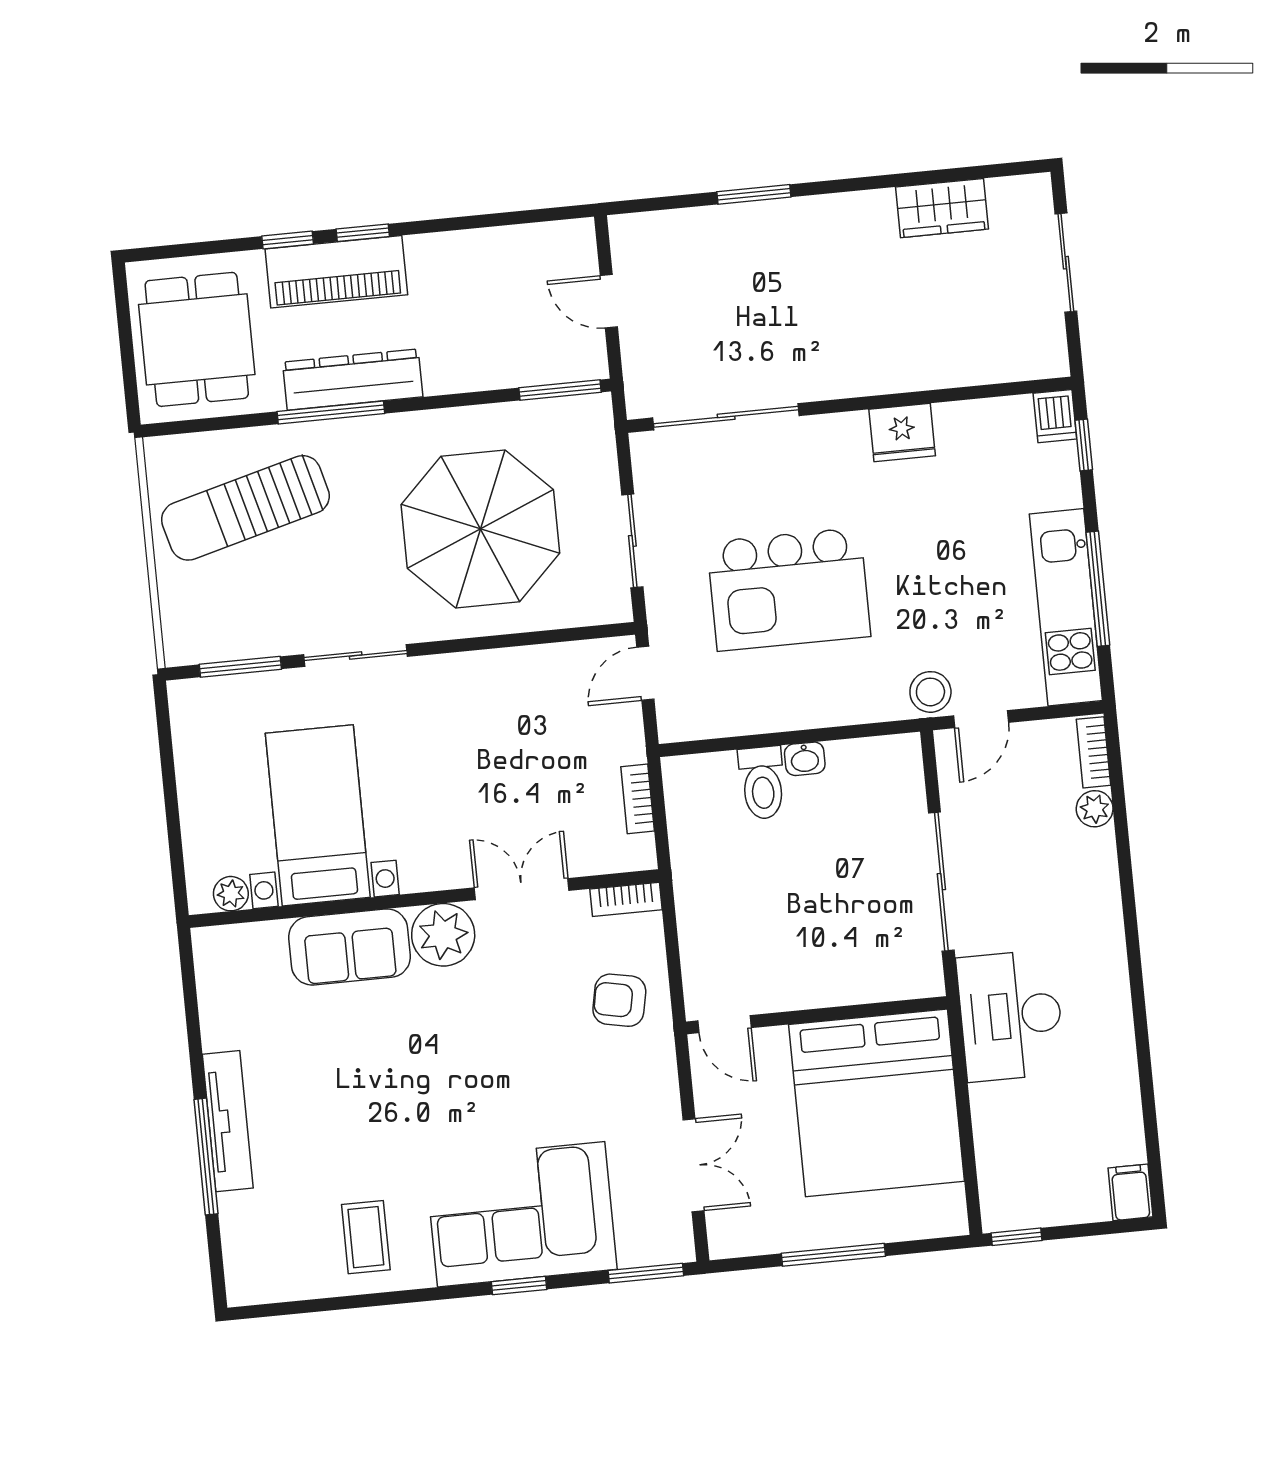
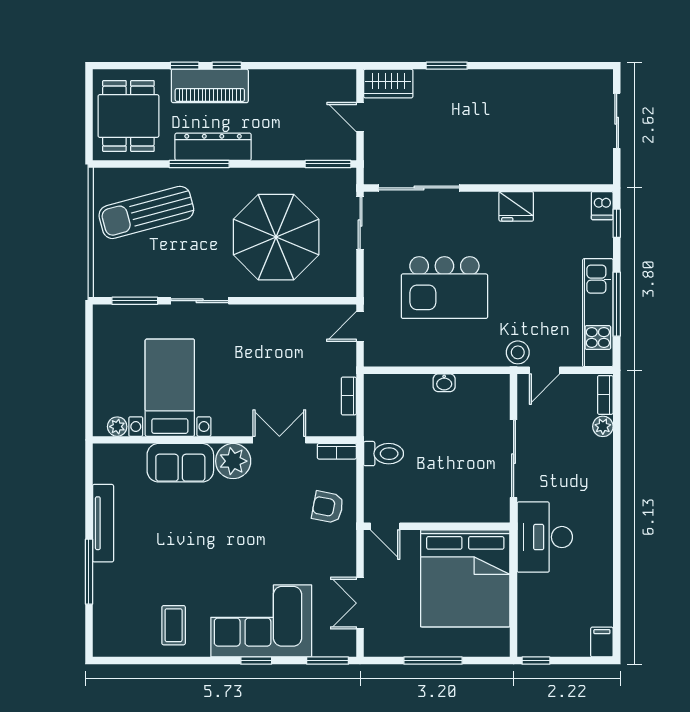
wardrobe: (942, 208) -> (388, 84), moved
sliding door: (632, 541) -> (360, 223), moved
toilet: (762, 783) -> (384, 454), moved, turned -90
tv unit: (228, 1121) -> (103, 523), moved
double door: (694, 1165) -> (360, 603), swing flipped

